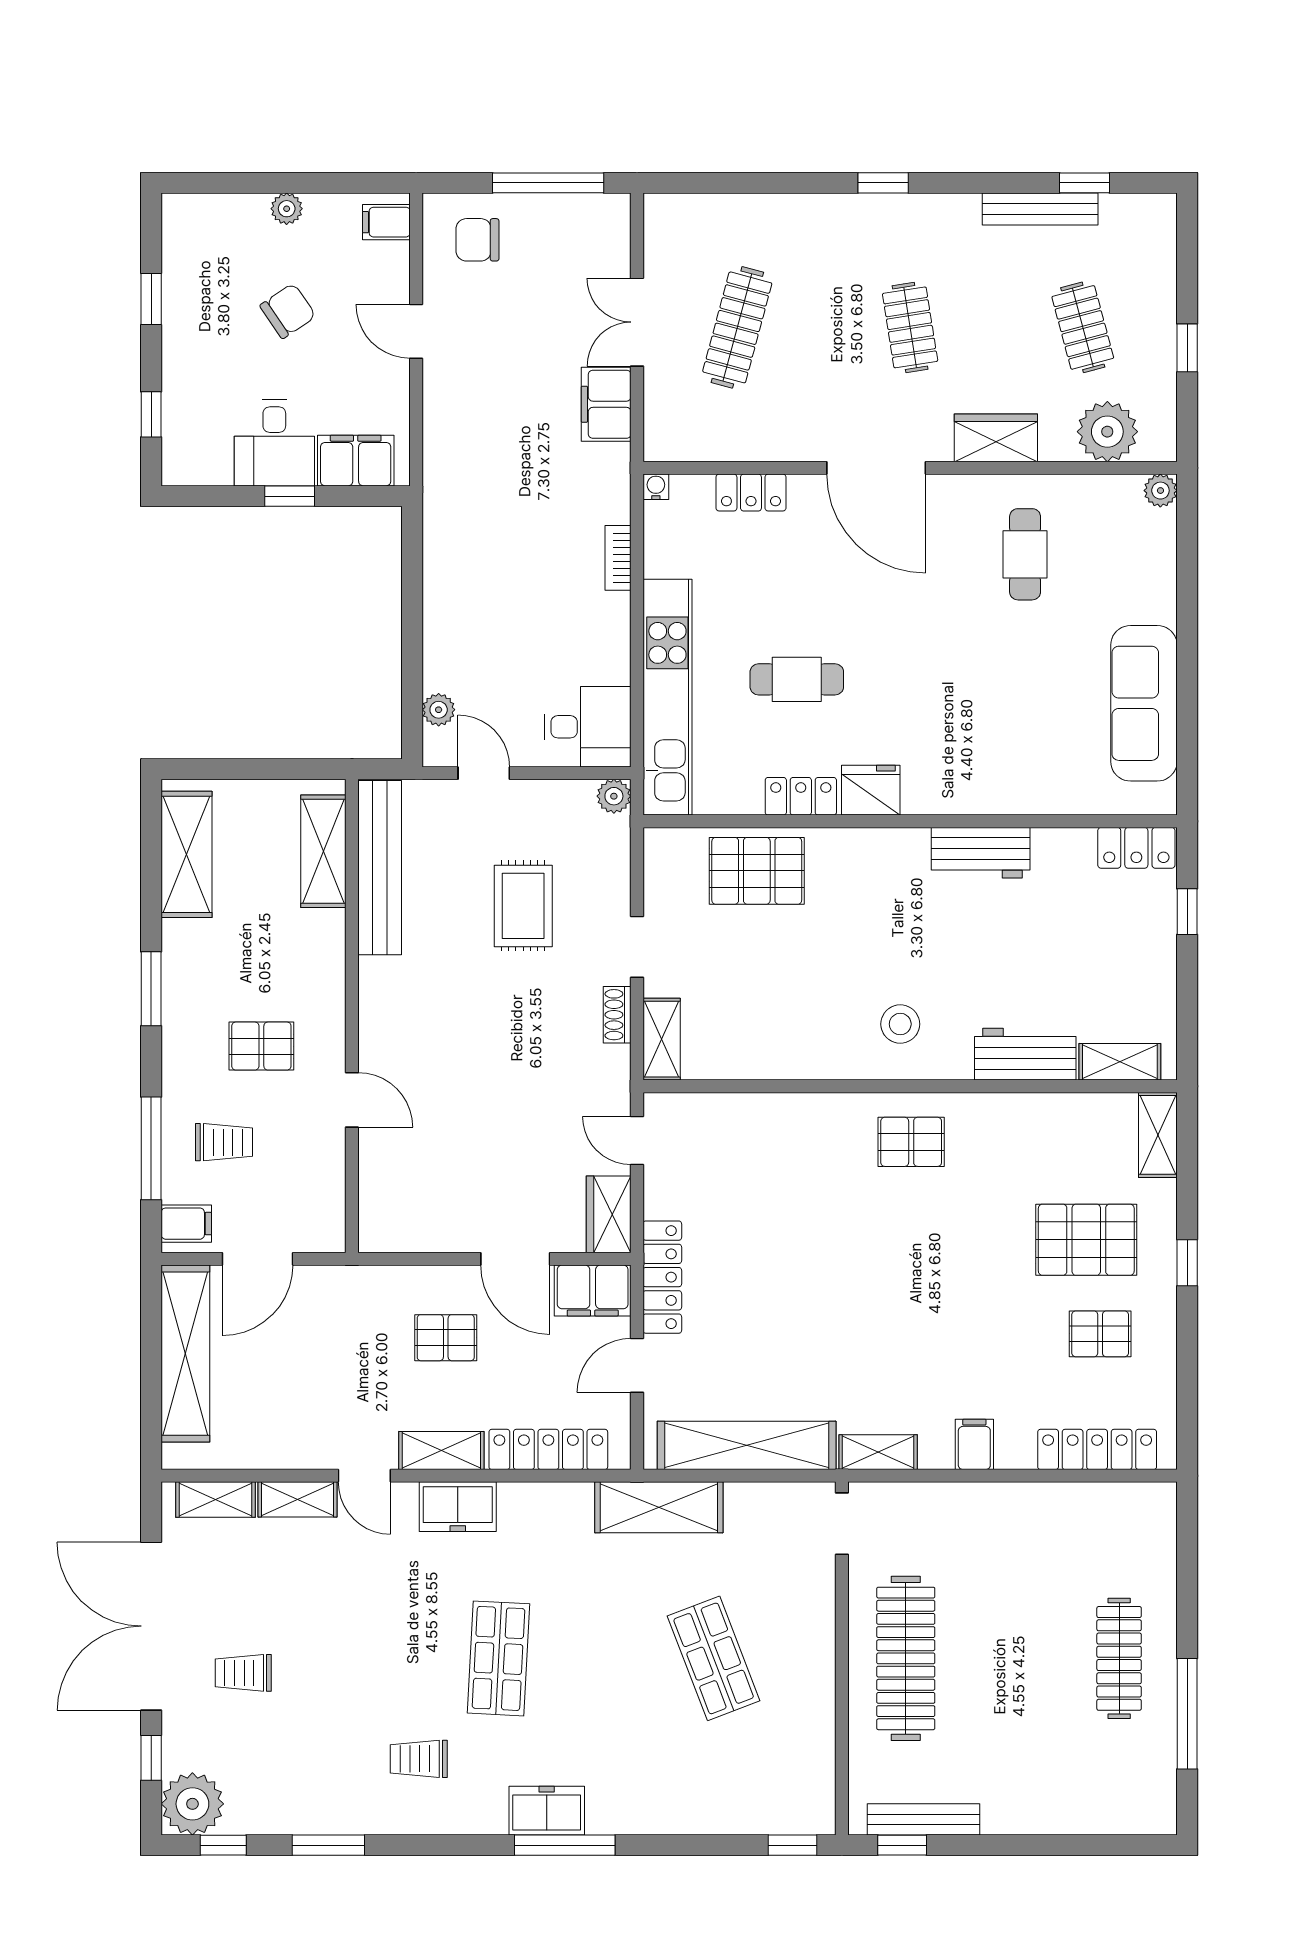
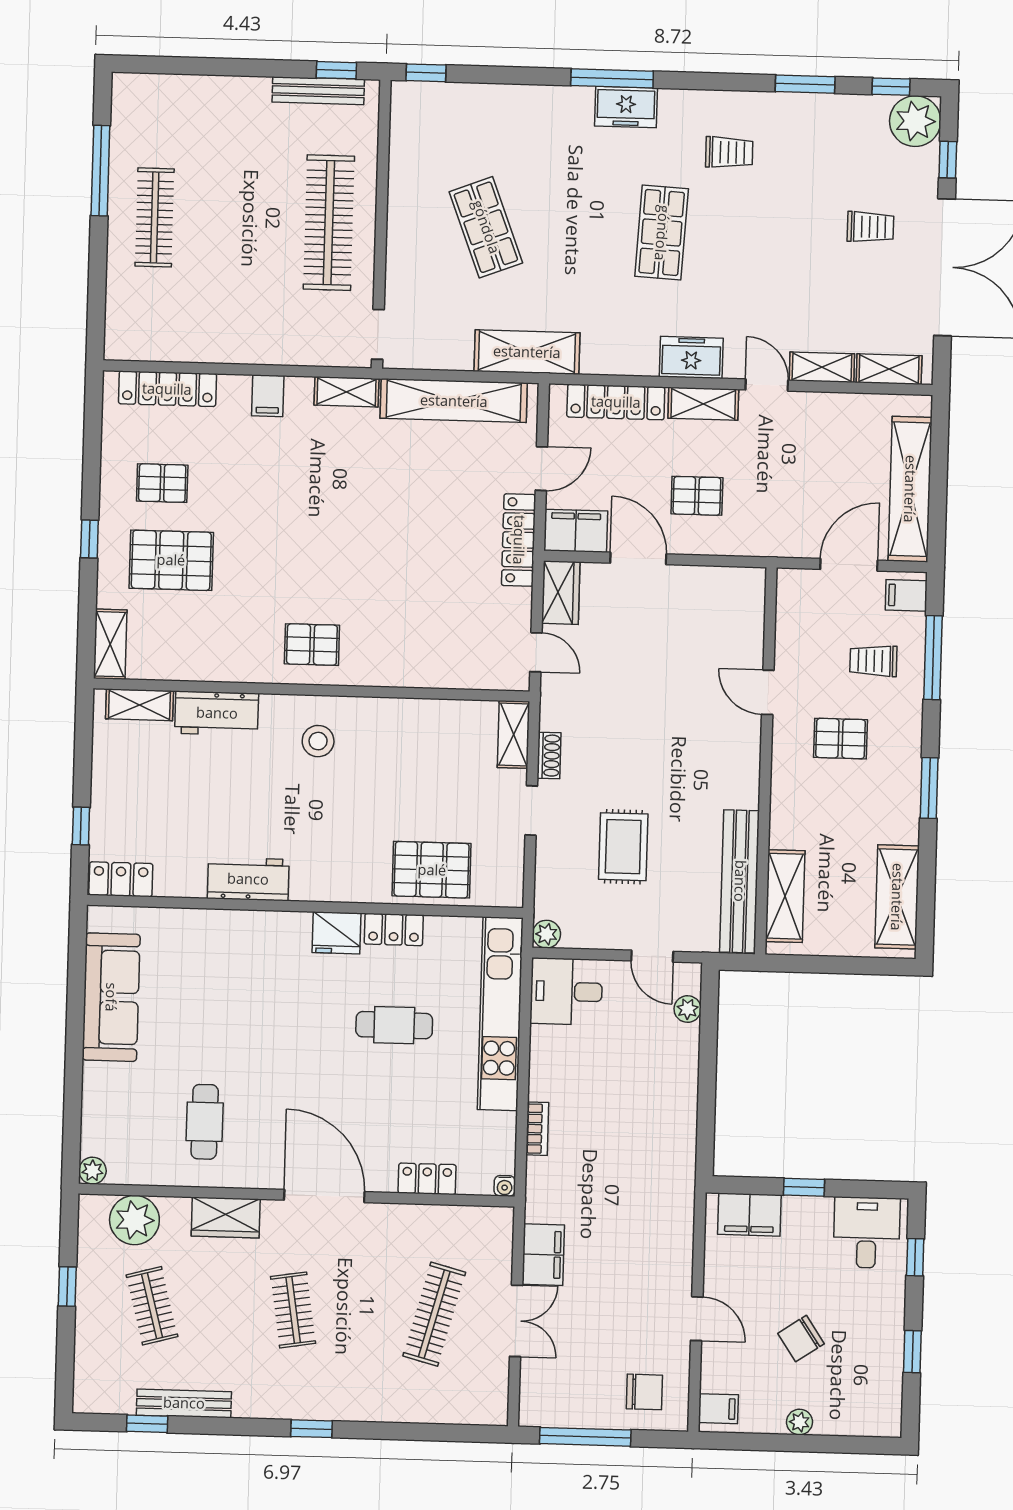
desk: (274, 443) -> (867, 1233), moved

